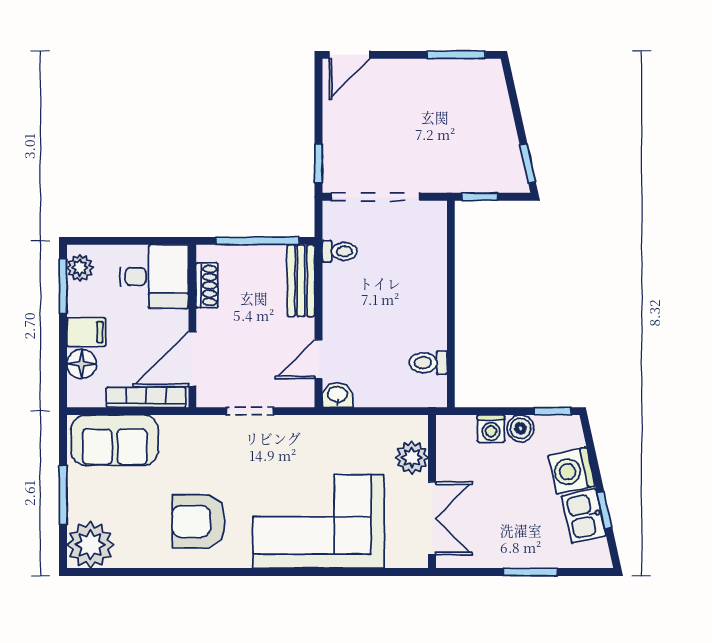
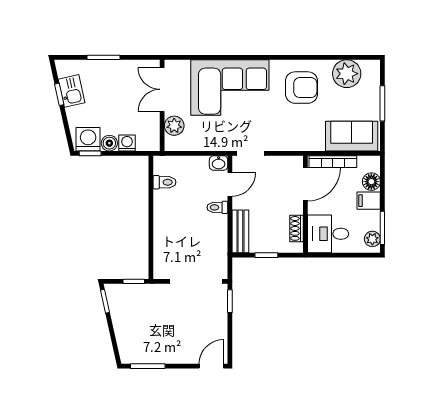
window: (257, 241) -> (266, 255), width x0.46
toilet: (340, 251) -> (217, 207), moved
doorway: (250, 411) -> (251, 153), moved
washing machine: (571, 471) -> (88, 139), moved, turned -78
plant: (90, 545) -> (347, 74), moved

